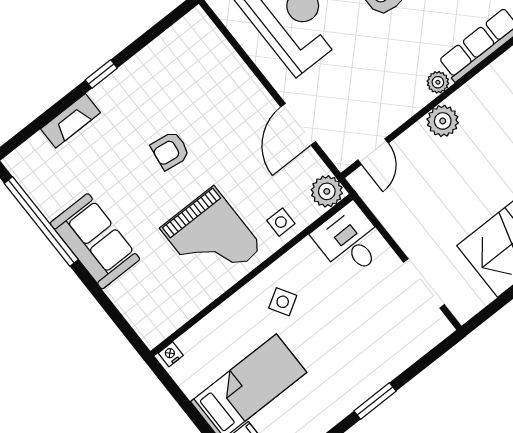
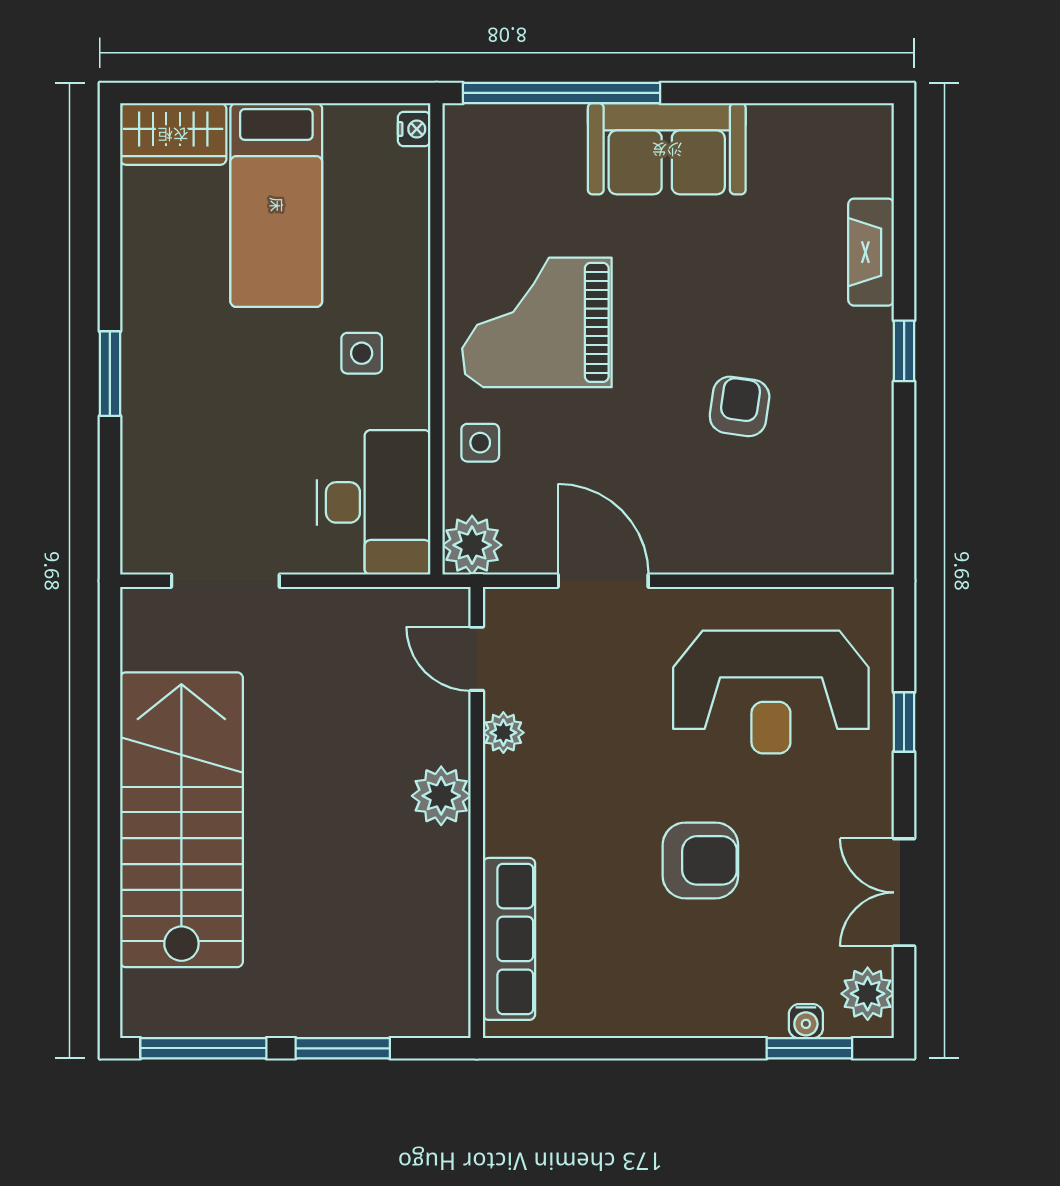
plant: (438, 82) -> (503, 733), moved
armchair: (170, 151) -> (740, 406), moved
window: (41, 221) -> (561, 93), moved
desk: (350, 241) -> (374, 502), width x1.37
side table: (283, 302) -> (362, 353), turned 31

